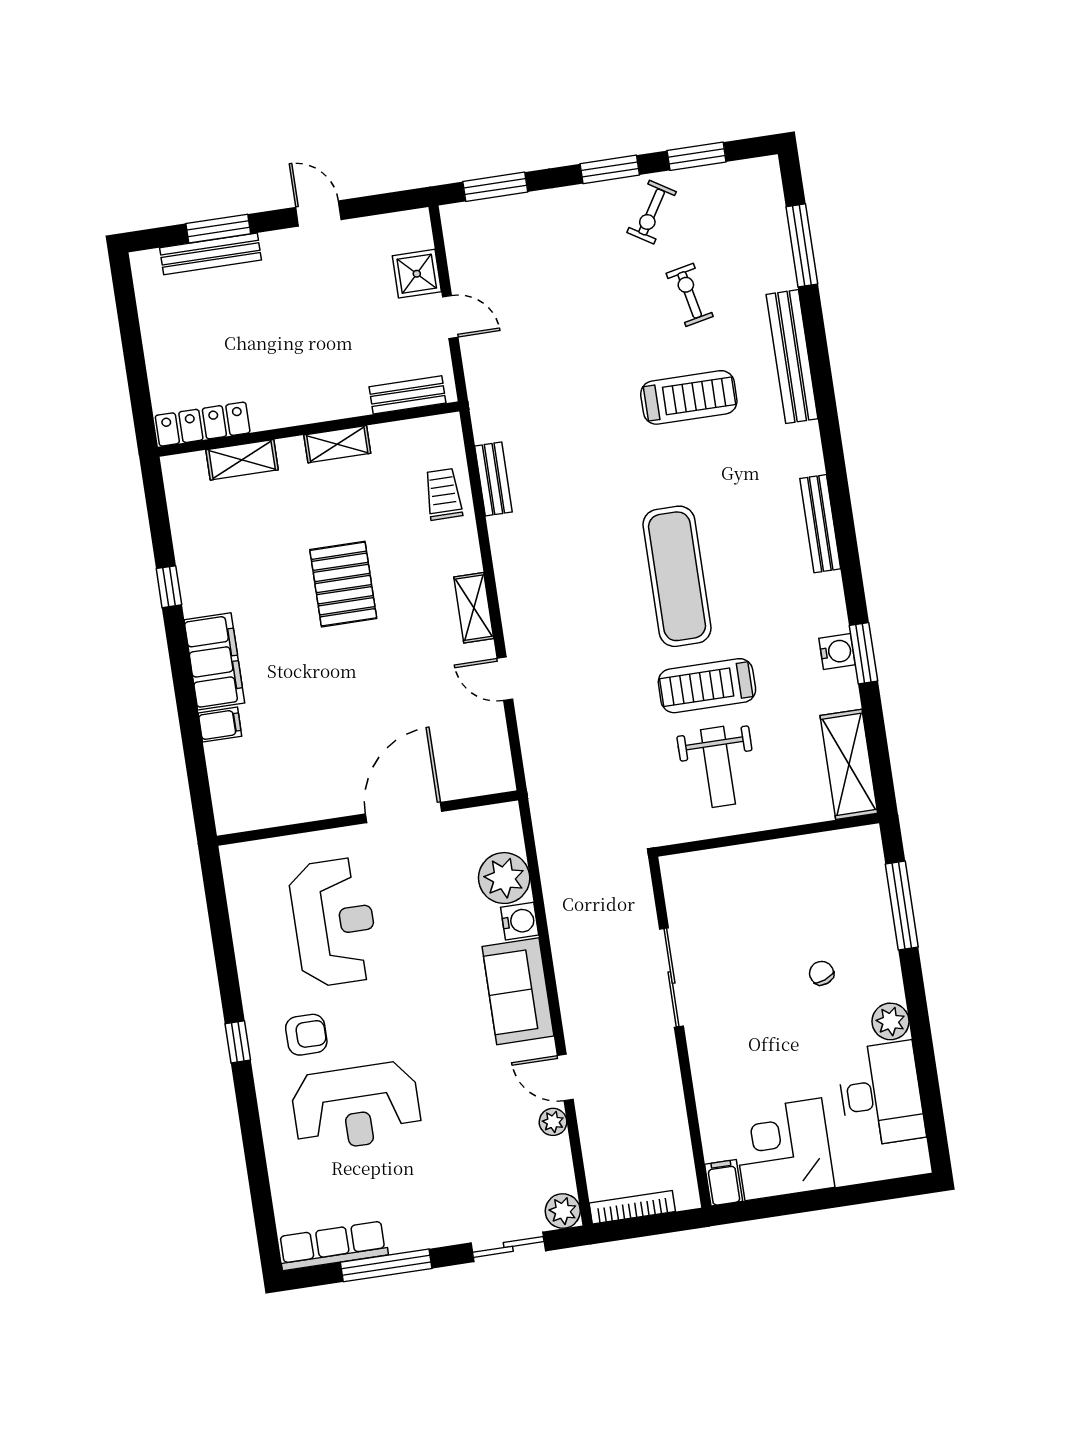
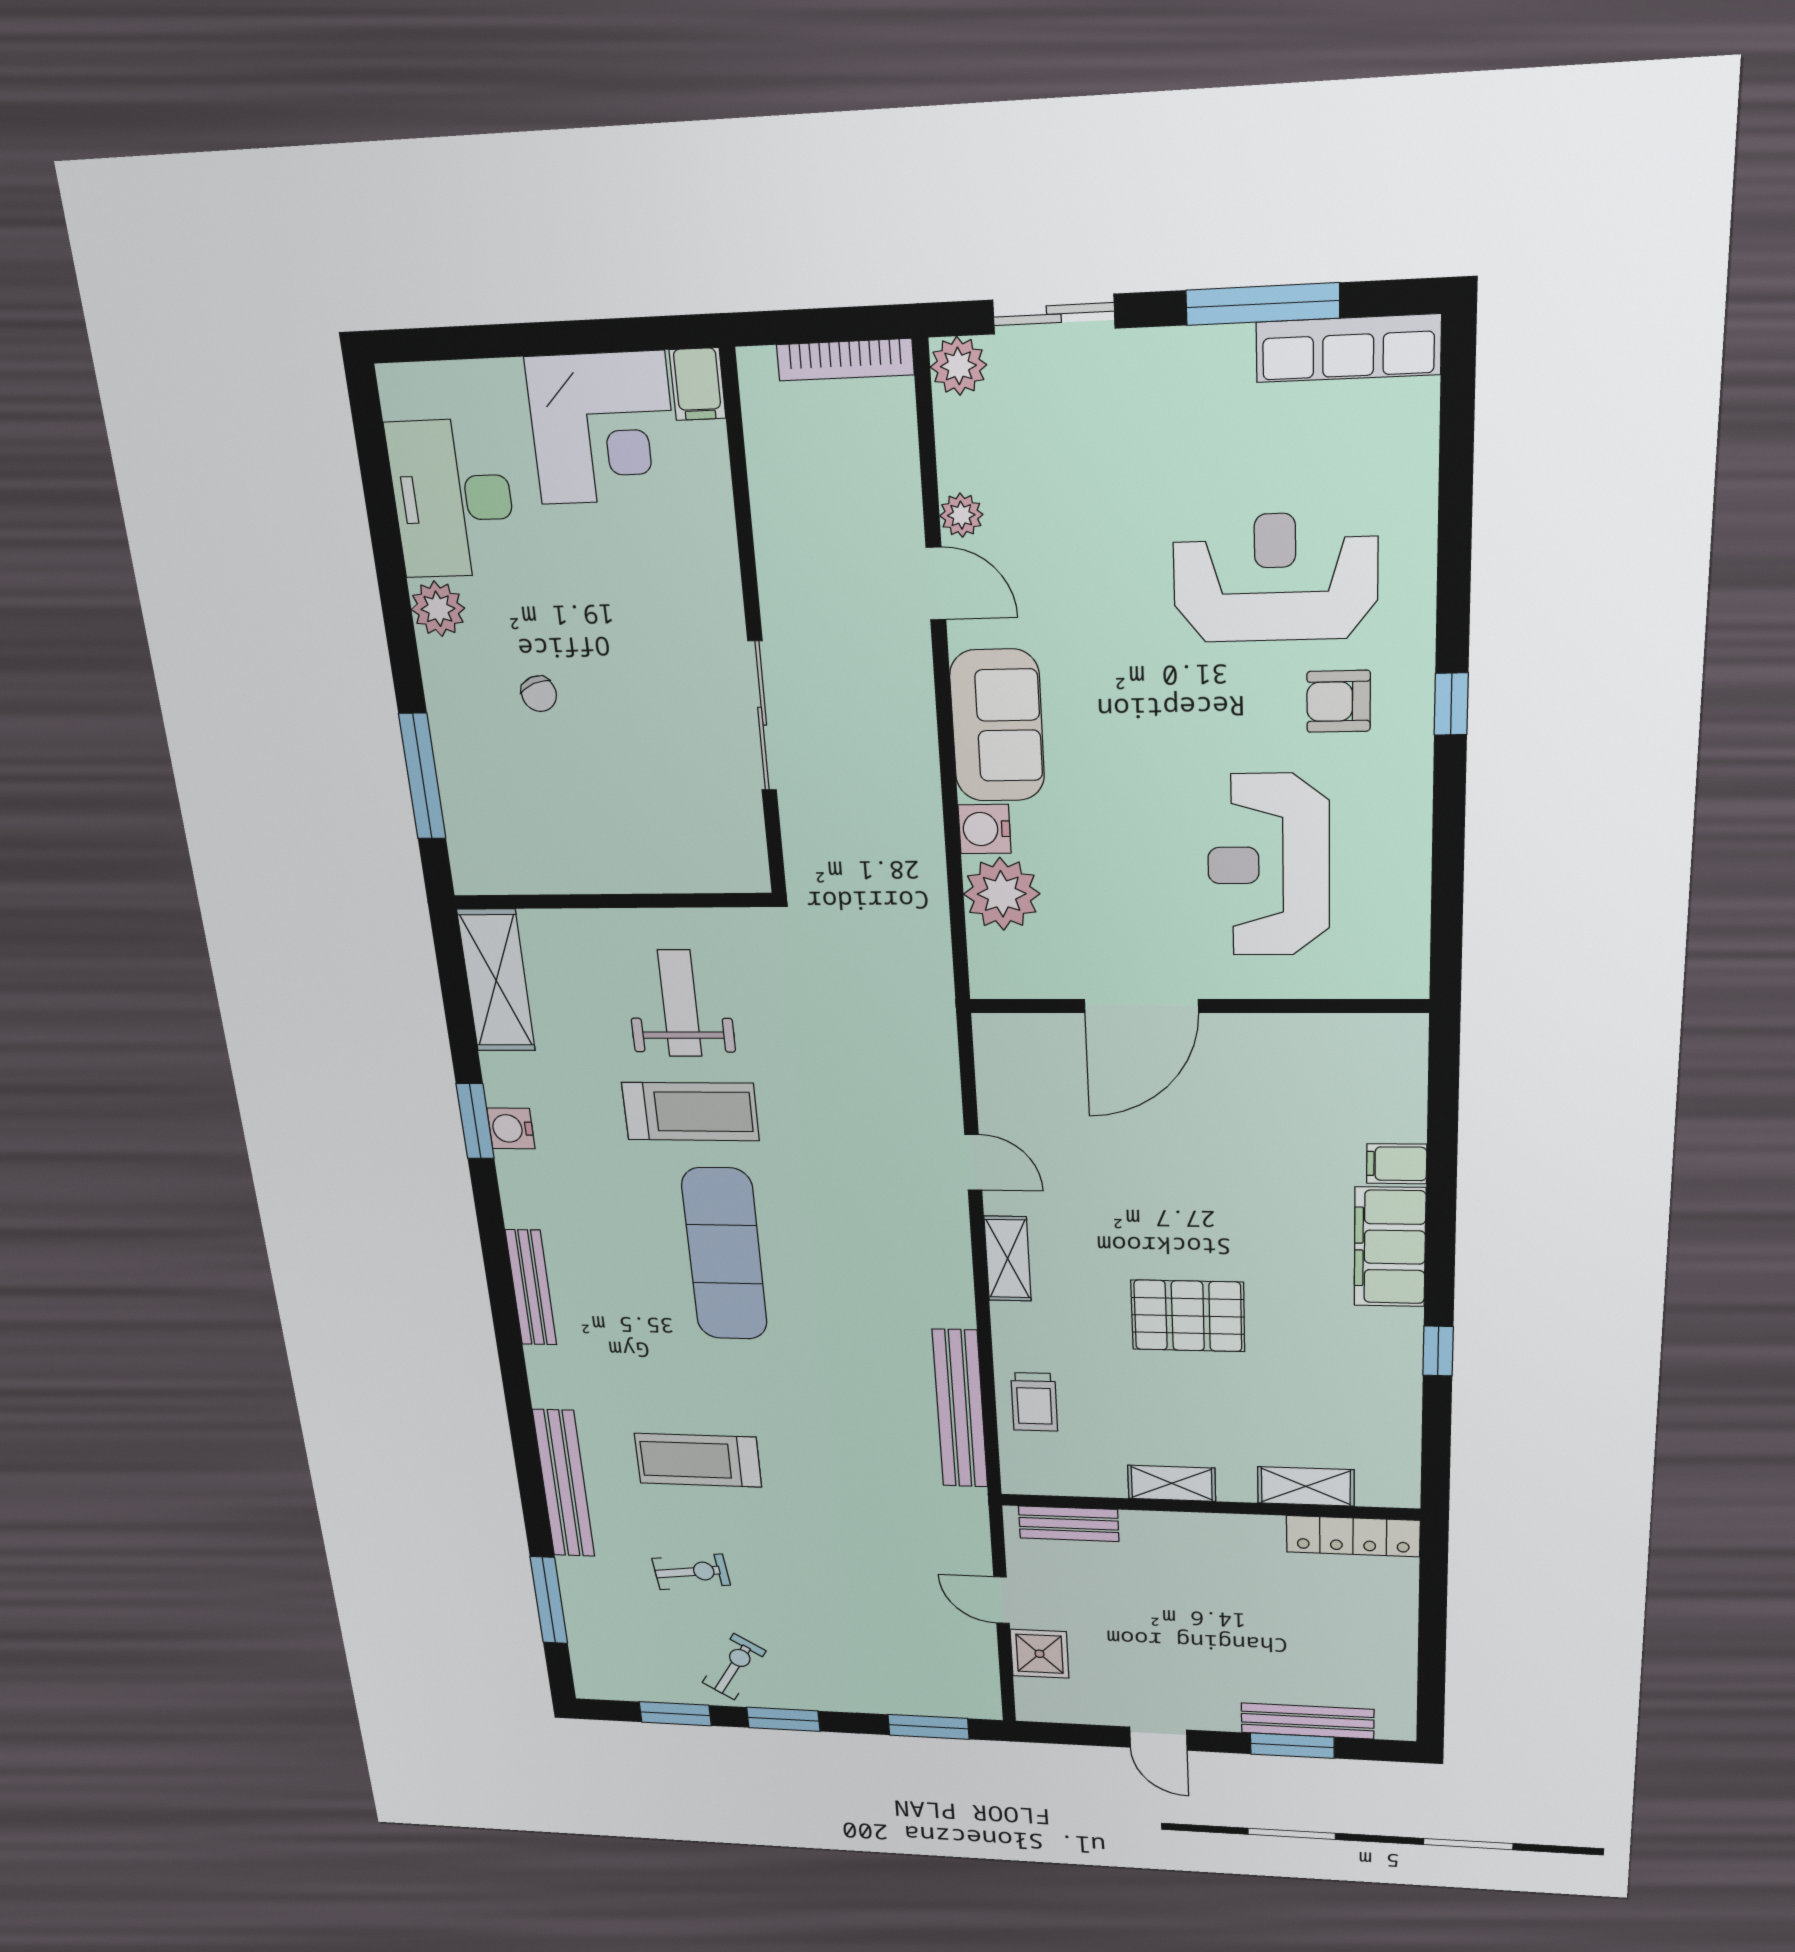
exercise bike: (690, 295) -> (691, 1572), turned -85
bench: (493, 479) -> (960, 1409), width x1.86, depth x1.21
pallet: (343, 584) -> (1188, 1316), turned 90

